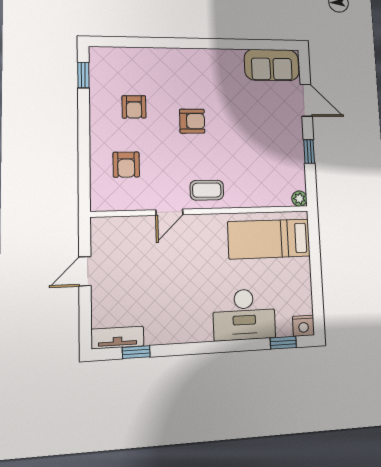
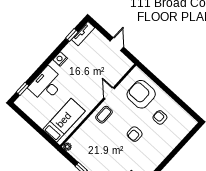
window: (83, 75) -> (189, 110), removed
armchair: (126, 165) -> (141, 94), width x1.88, depth x1.88
nightstand: (303, 326) -> (60, 59), moved

